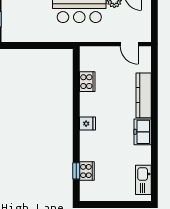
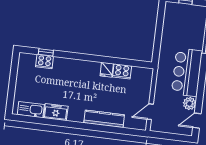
fridge: (87, 124) -> (107, 70), moved
freezer: (143, 132) -> (56, 112), moved

